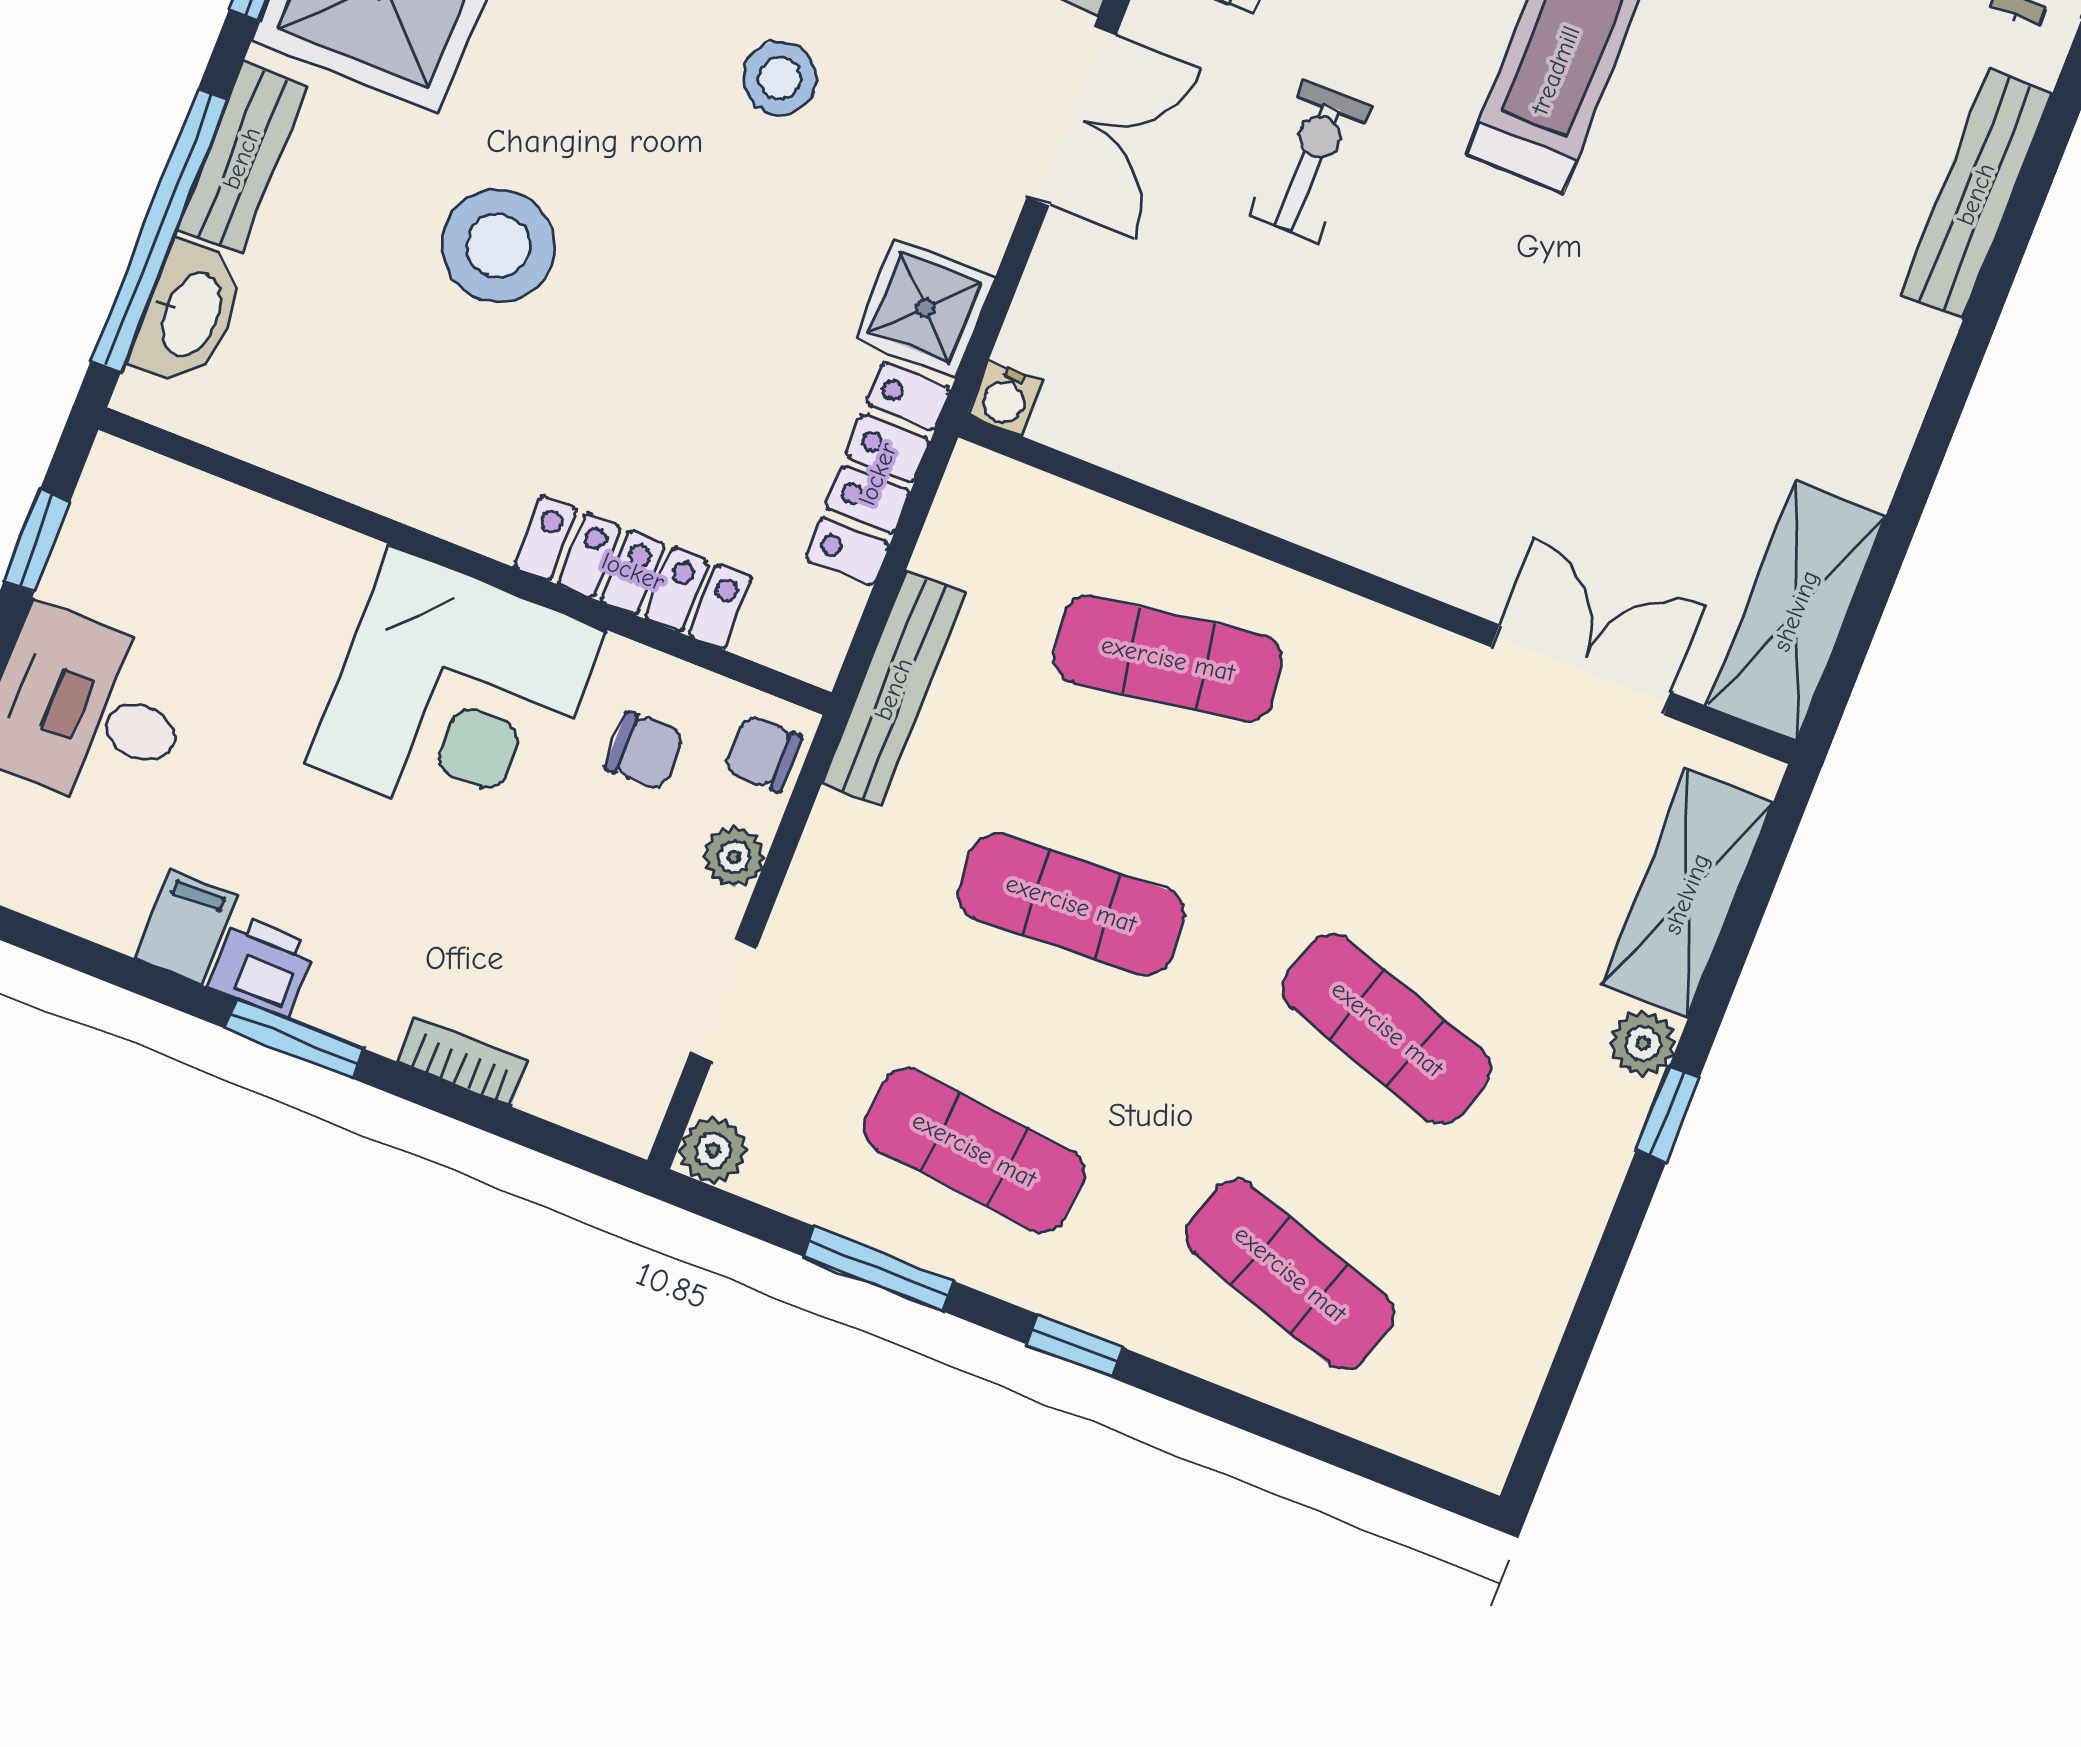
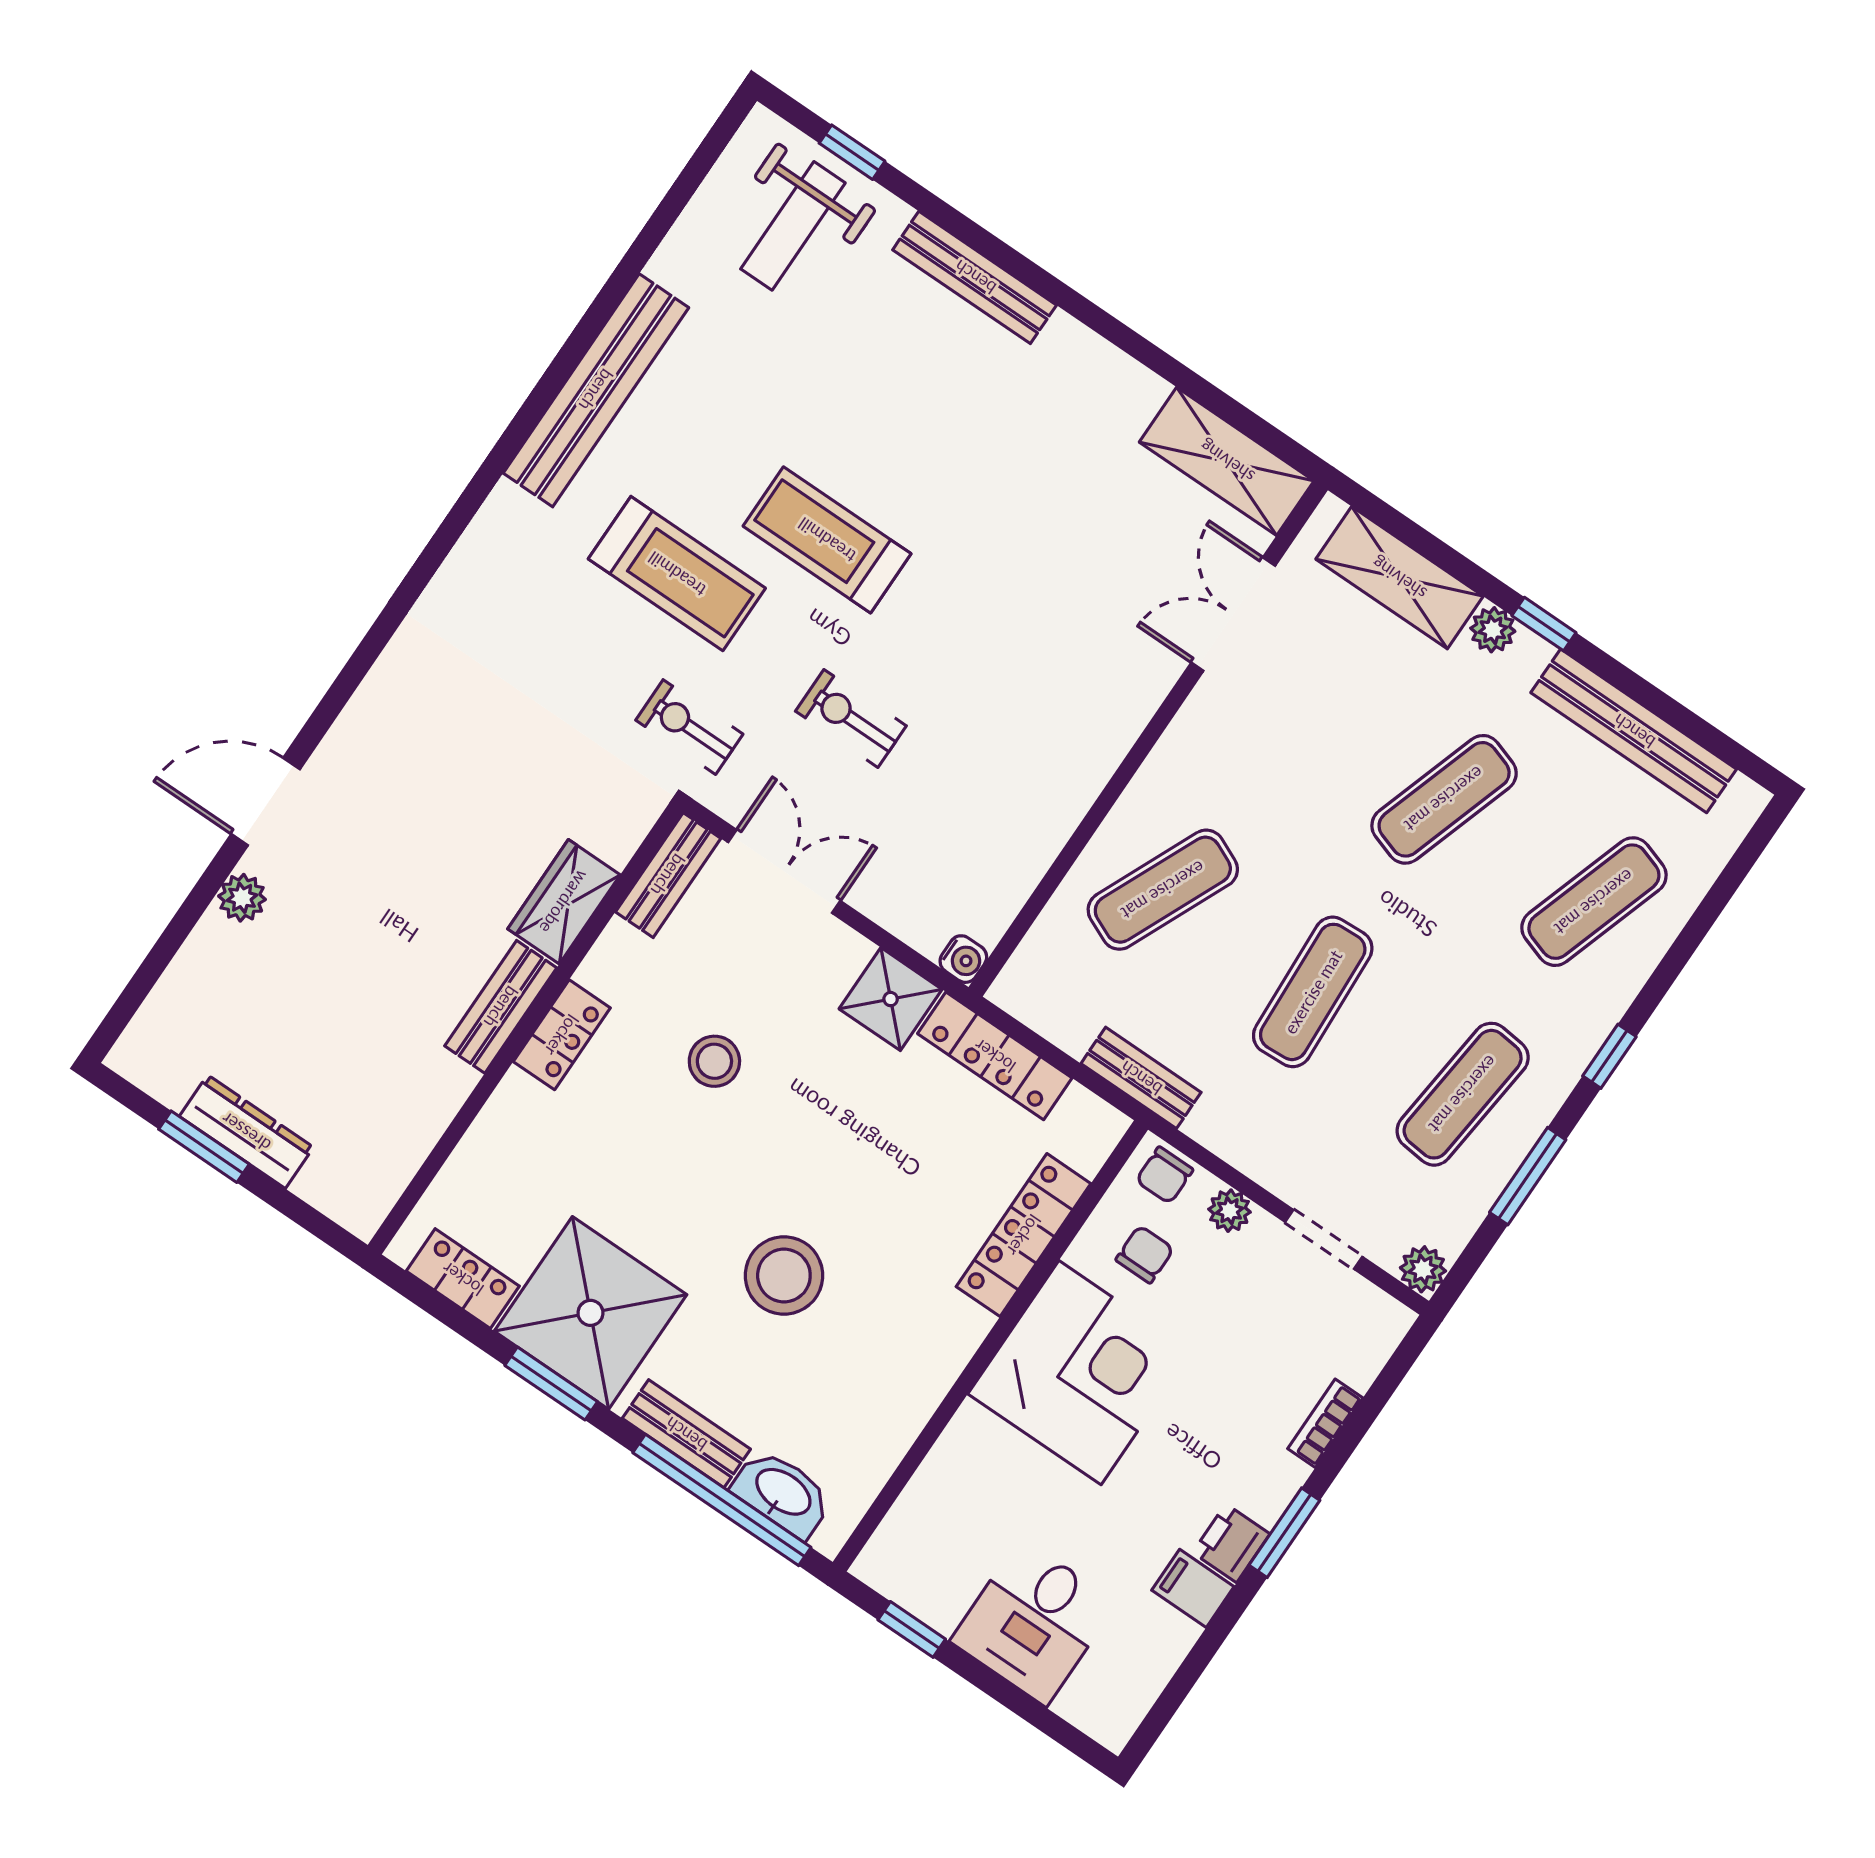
exercise mat: (1168, 659) -> (1163, 890), turned 33
bench: (894, 689) -> (1141, 1078), width x0.73
bench: (1545, 1276) -> (1634, 731), added

